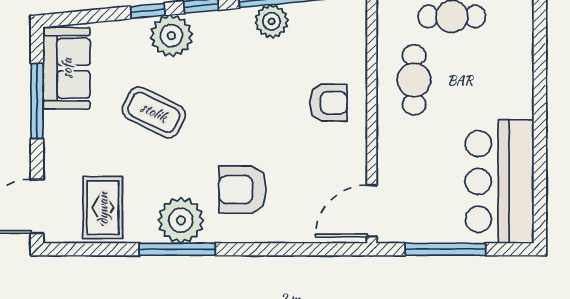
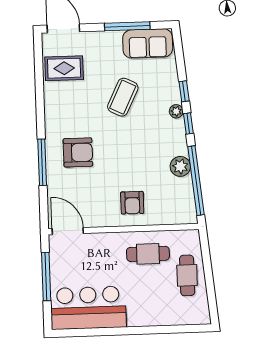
plant: (171, 36) -> (176, 111), width x0.53, depth x0.53
armchair: (243, 190) -> (78, 152), turned 90
plant: (181, 220) -> (58, 116), removed
window: (177, 249) -> (42, 162), moved

